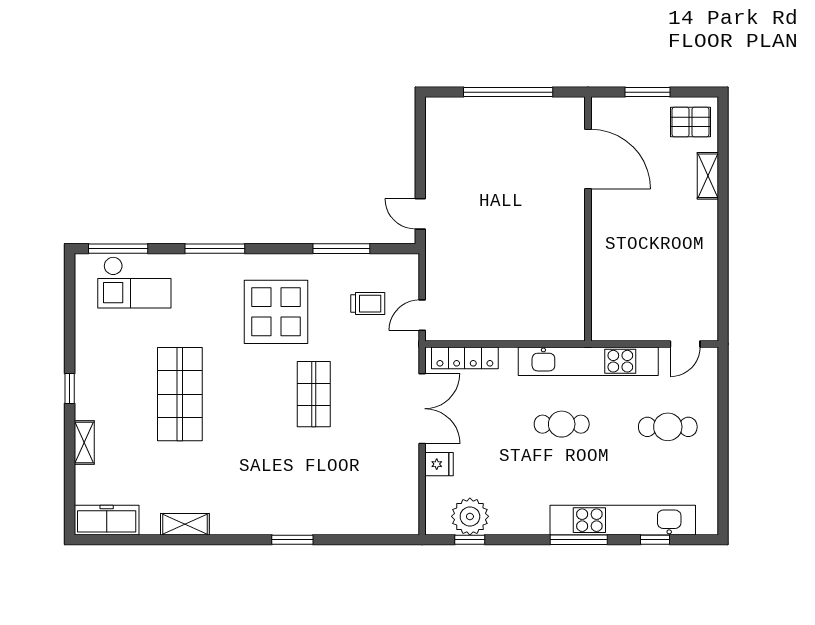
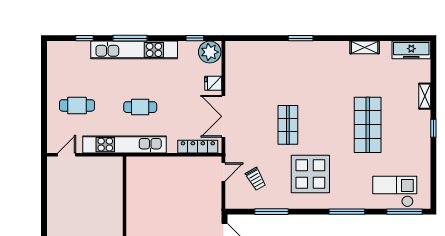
trolley: (368, 304) -> (256, 179), turned -120
plant: (470, 516) -> (210, 52), moved
kitchen unit: (623, 520) -> (134, 50), moved

